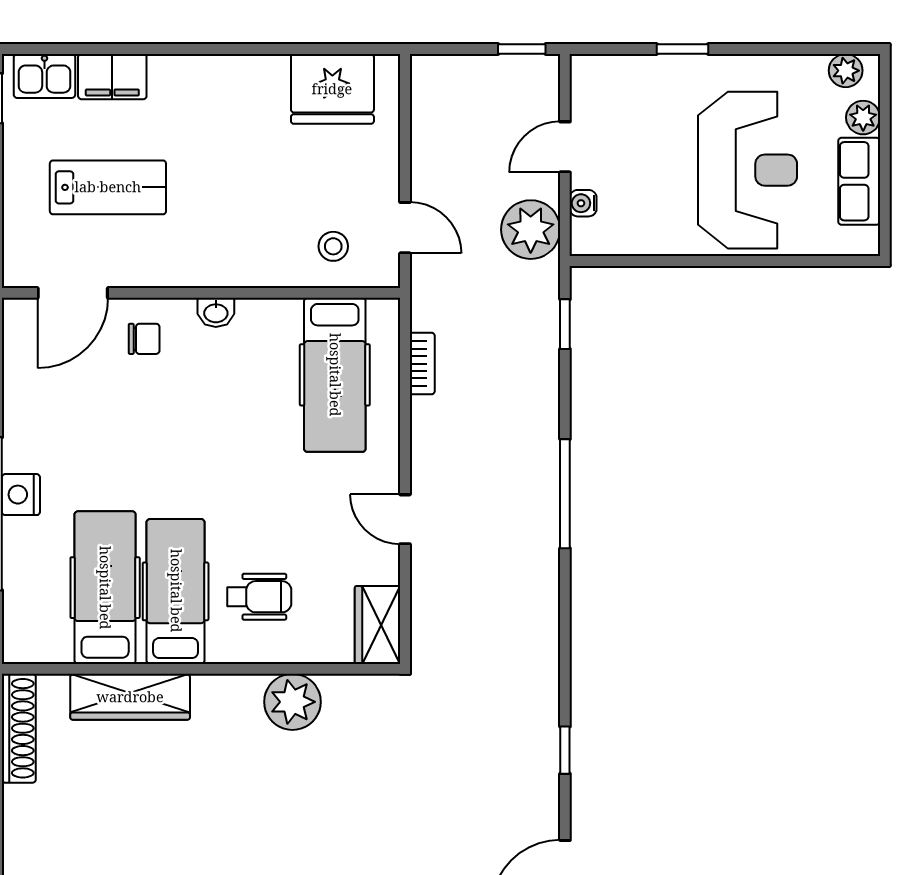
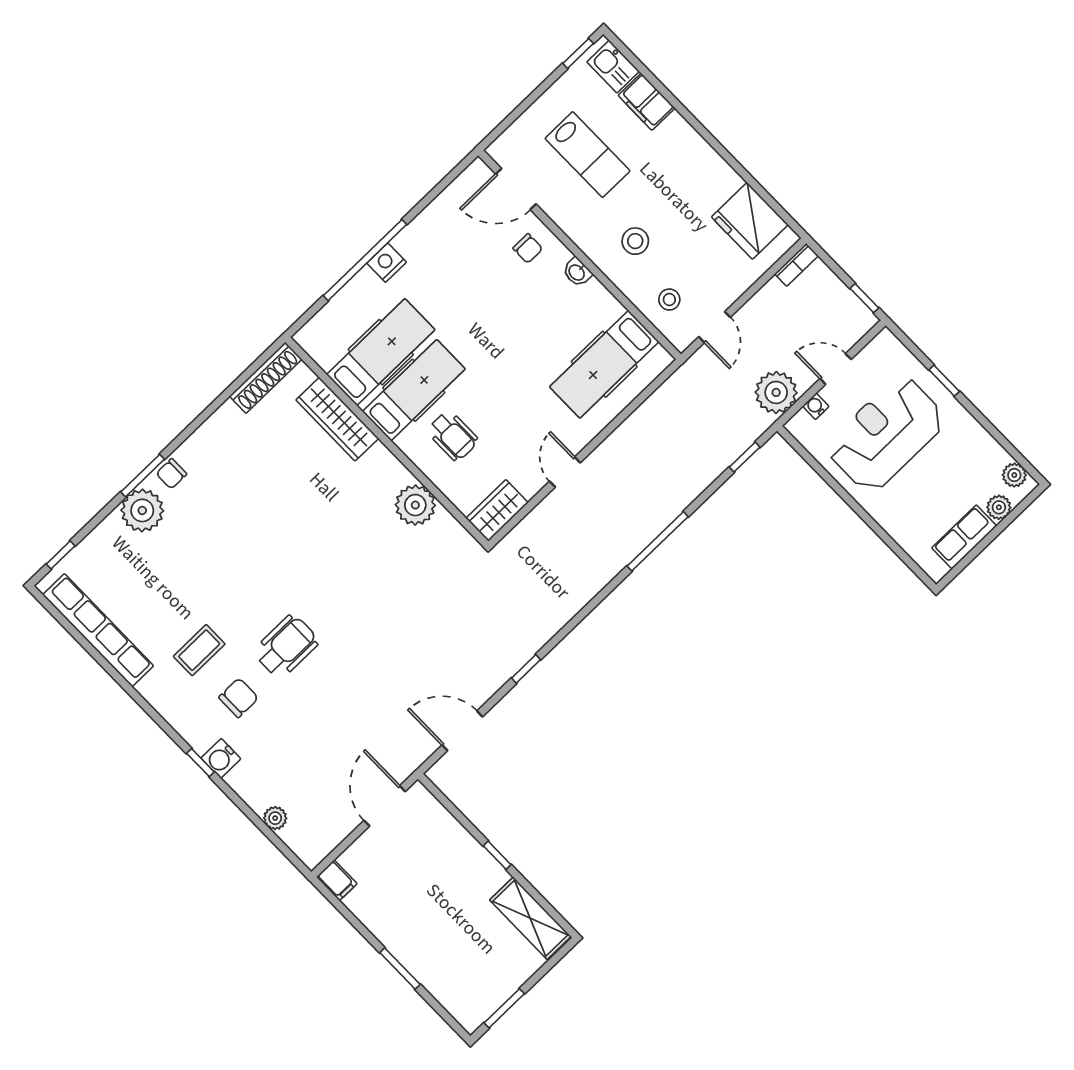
reception desk: (748, 170) -> (886, 434), moved, turned 180
stool: (241, 224) -> (635, 241), added
bookcase: (422, 364) -> (796, 265), moved

